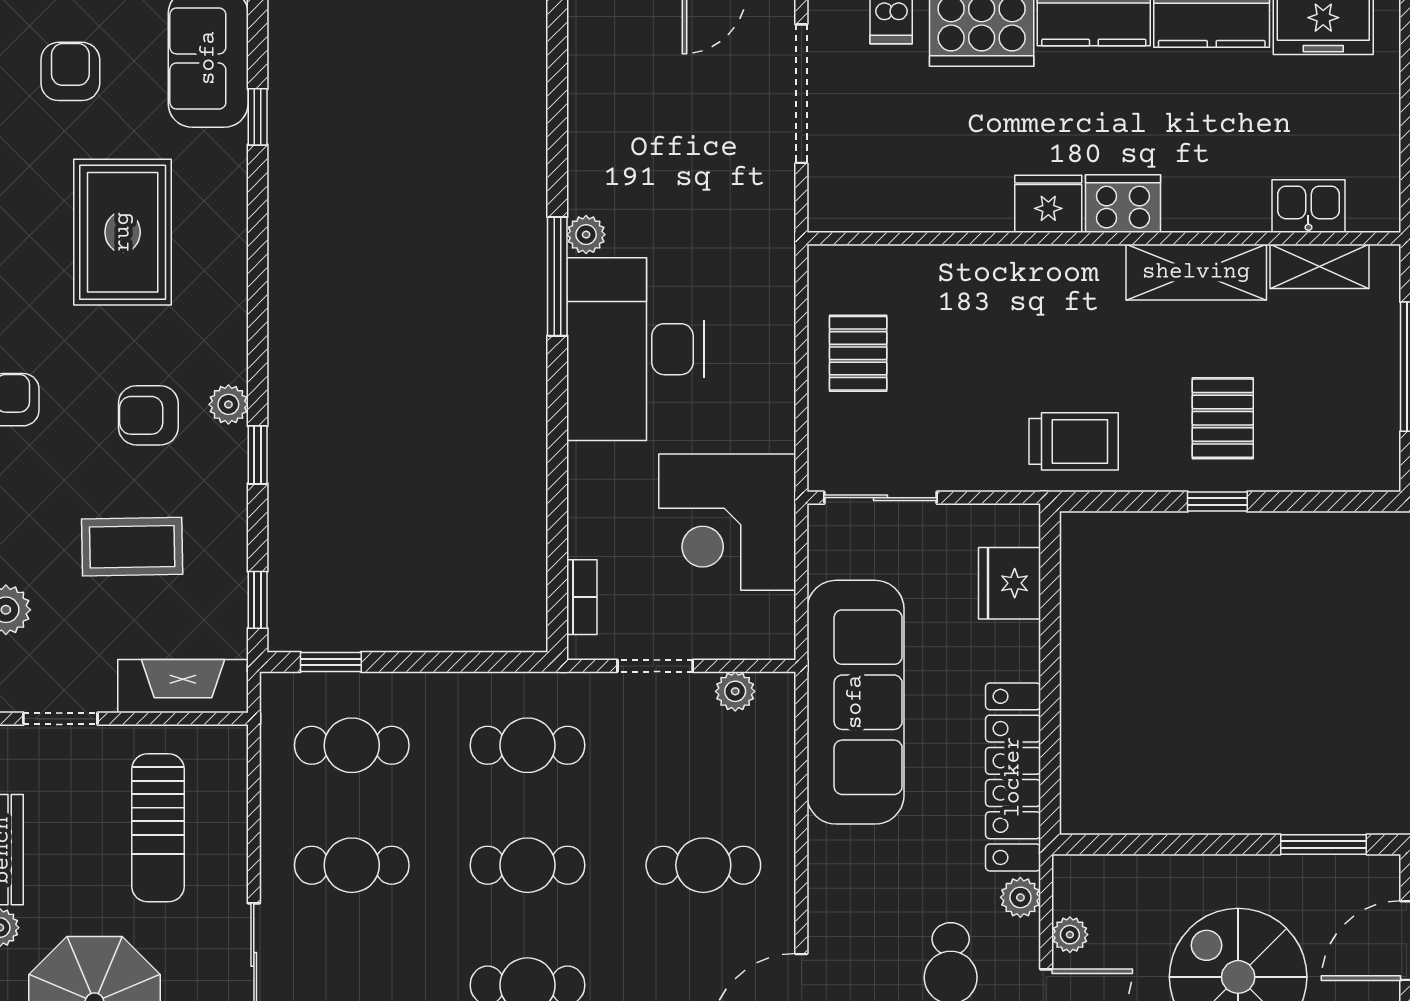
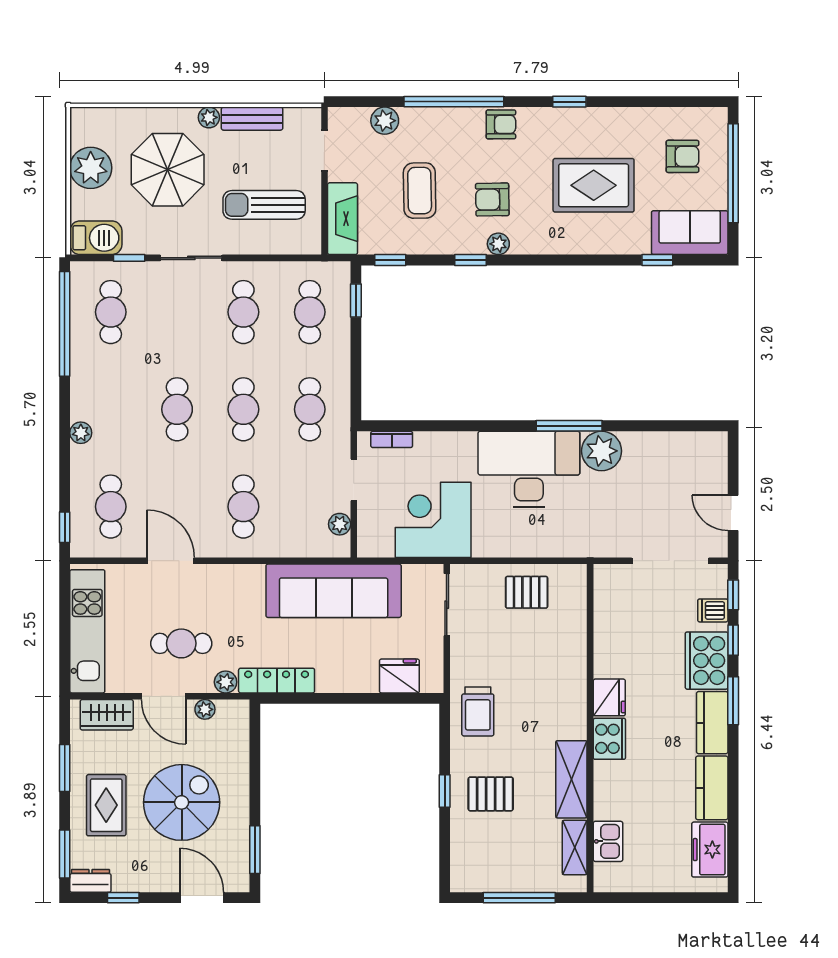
plant: (586, 235) -> (602, 451), width x1.88, depth x1.88
armchair: (148, 415) -> (492, 199), turned -91
locker: (1013, 777) -> (277, 681), width x0.71, depth x0.83

